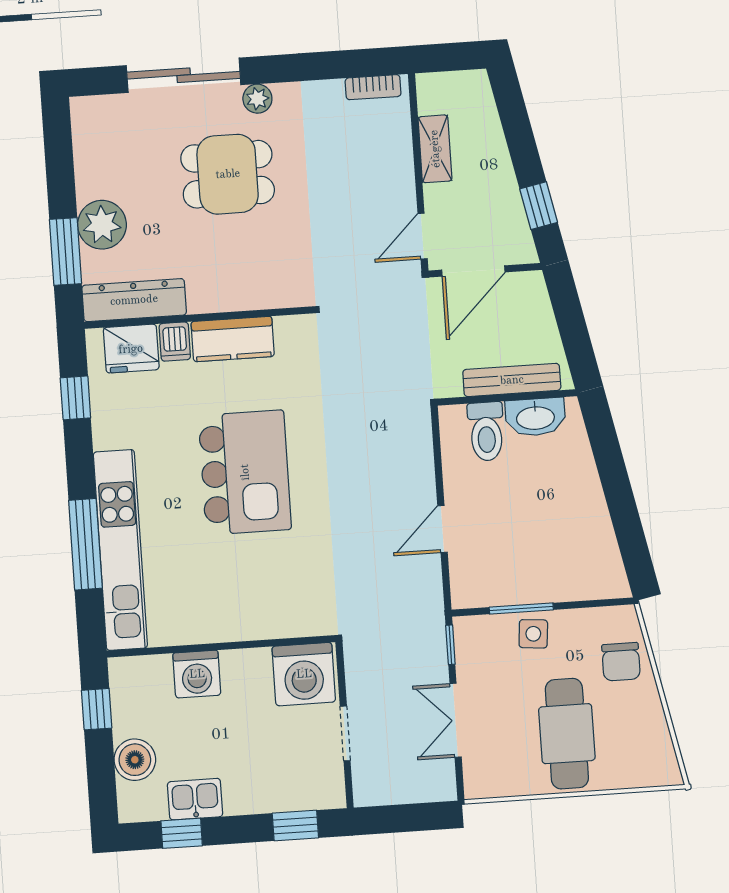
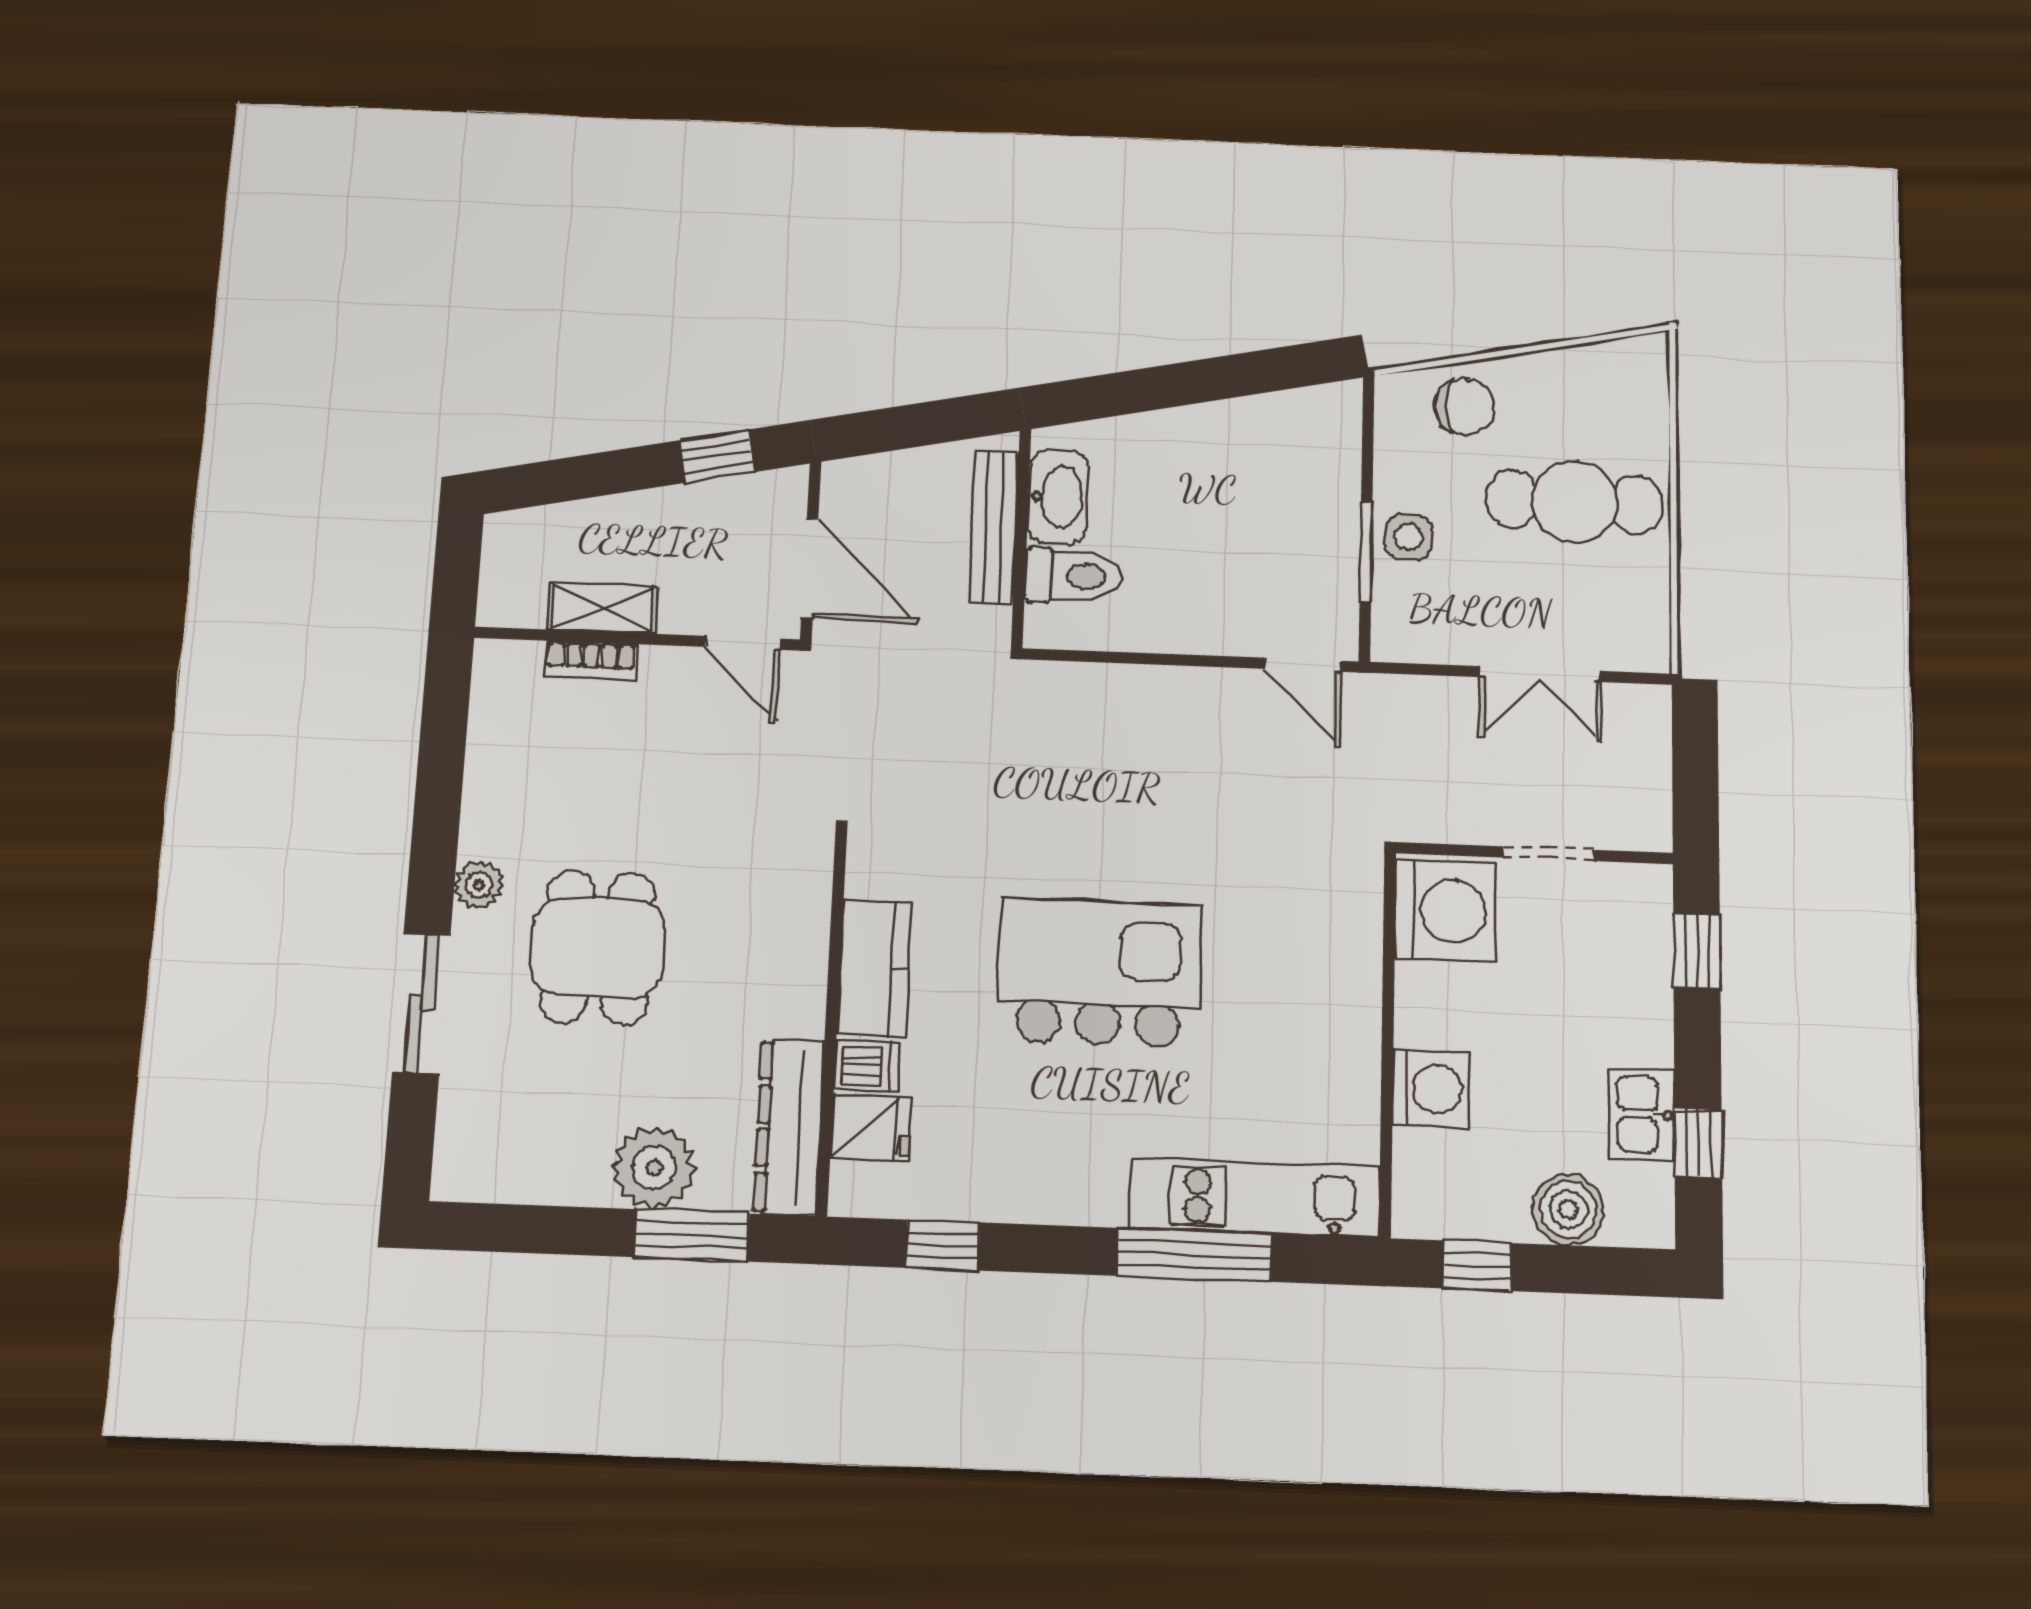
sliding door: (184, 75) -> (421, 1003), width x0.73
bookcase: (373, 87) -> (591, 660), moved, turned 90
fridge: (131, 349) -> (871, 1128), width x0.72
door: (442, 529) -> (1303, 665), moved
kitchen unit: (120, 550) -> (1255, 1198), width x0.73
window: (450, 645) -> (1416, 669), removed

